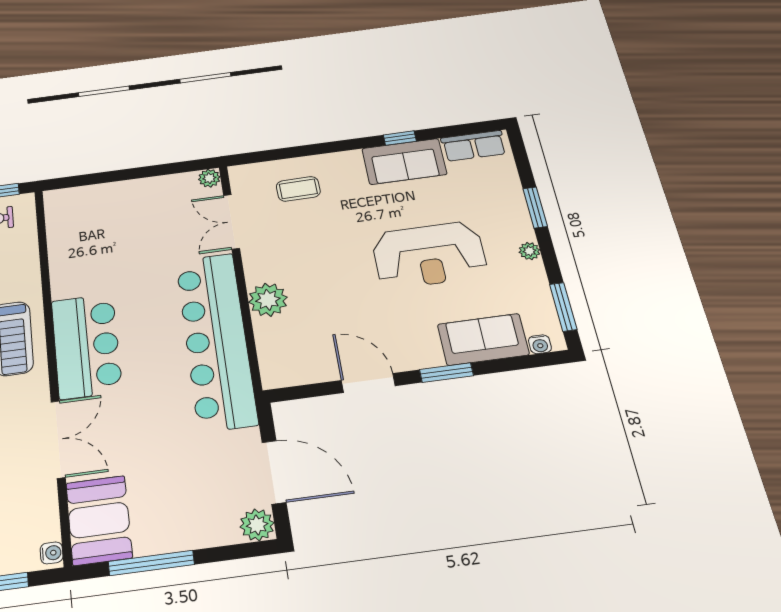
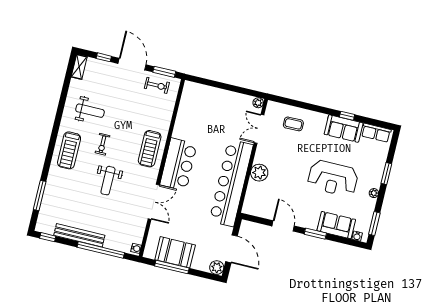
booth: (99, 520) -> (175, 252), moved, turned 90

